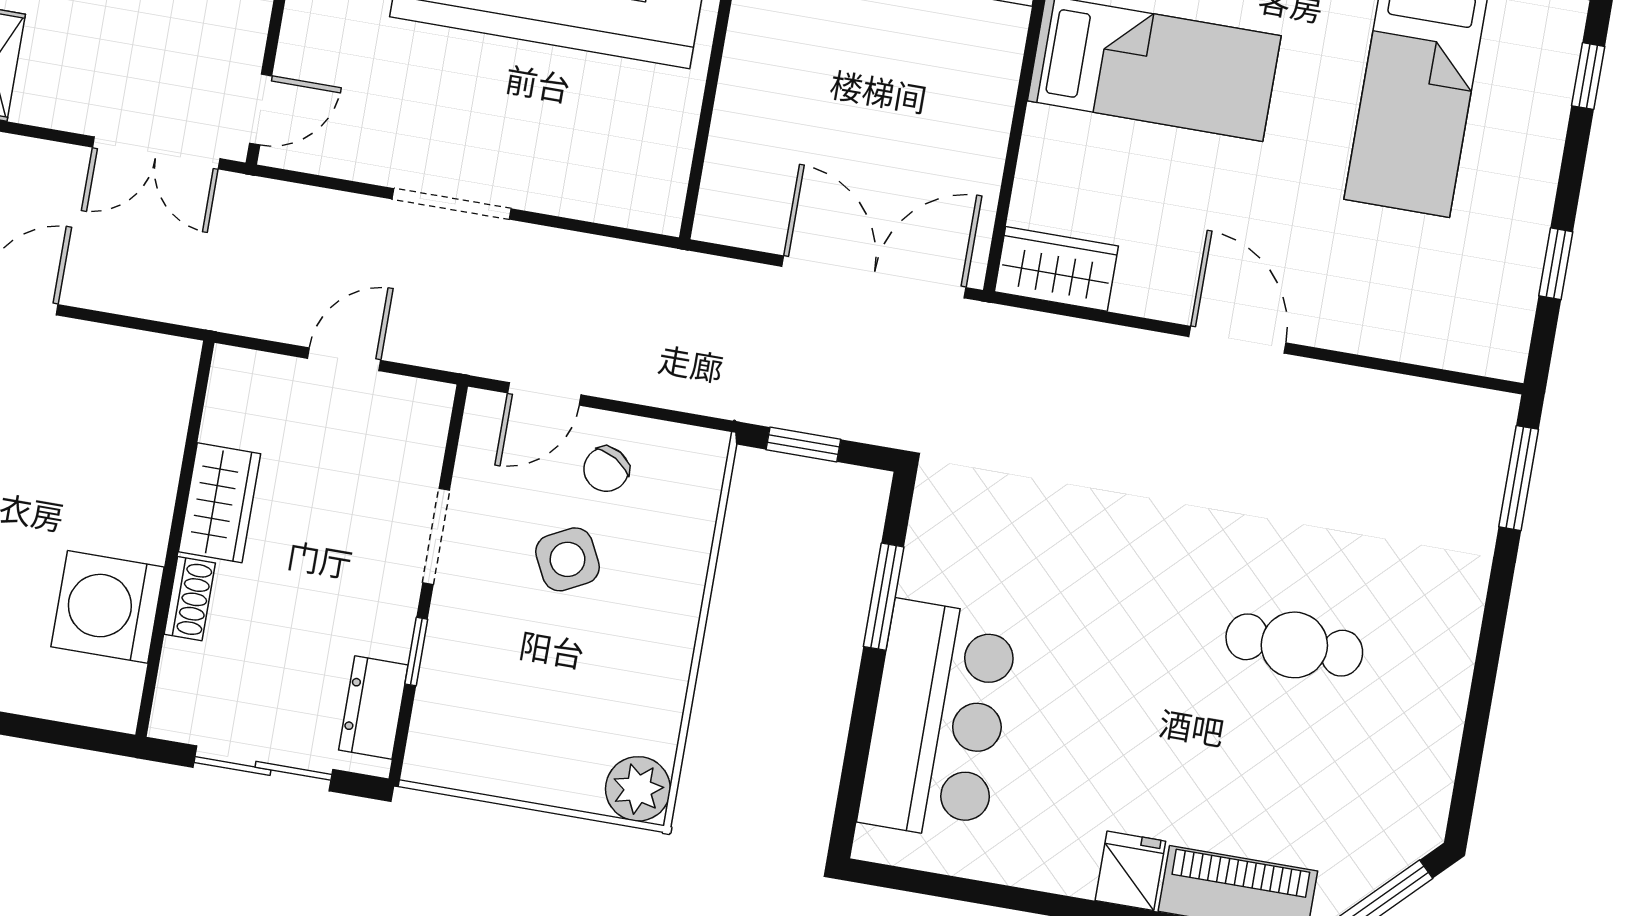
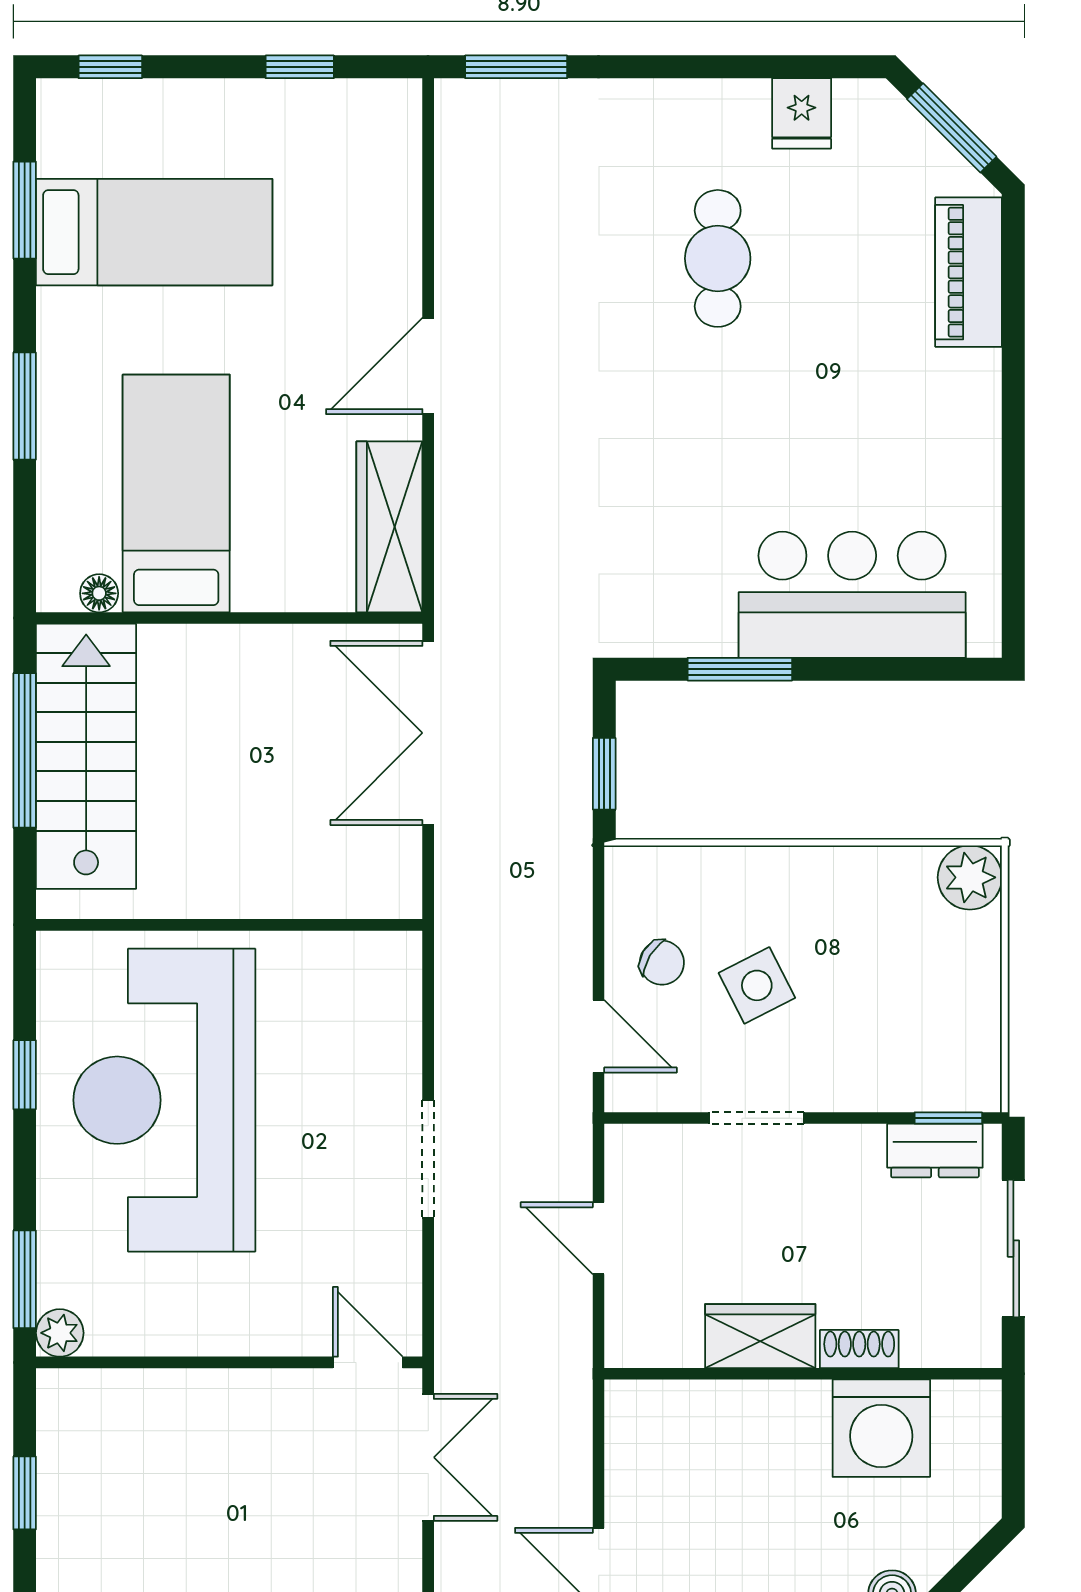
wardrobe: (1056, 269) -> (389, 527), width x1.50
window: (416, 652) -> (948, 1118), moved
fridge: (1130, 871) -> (802, 113), moved, turned -90

